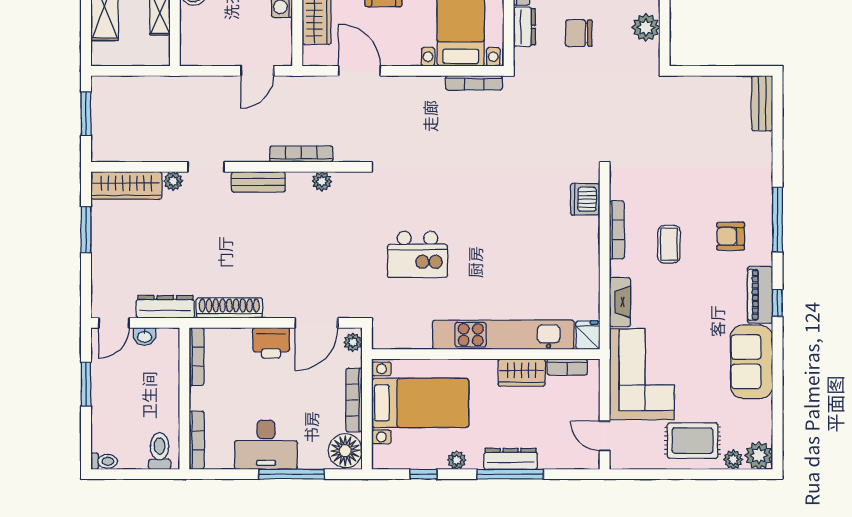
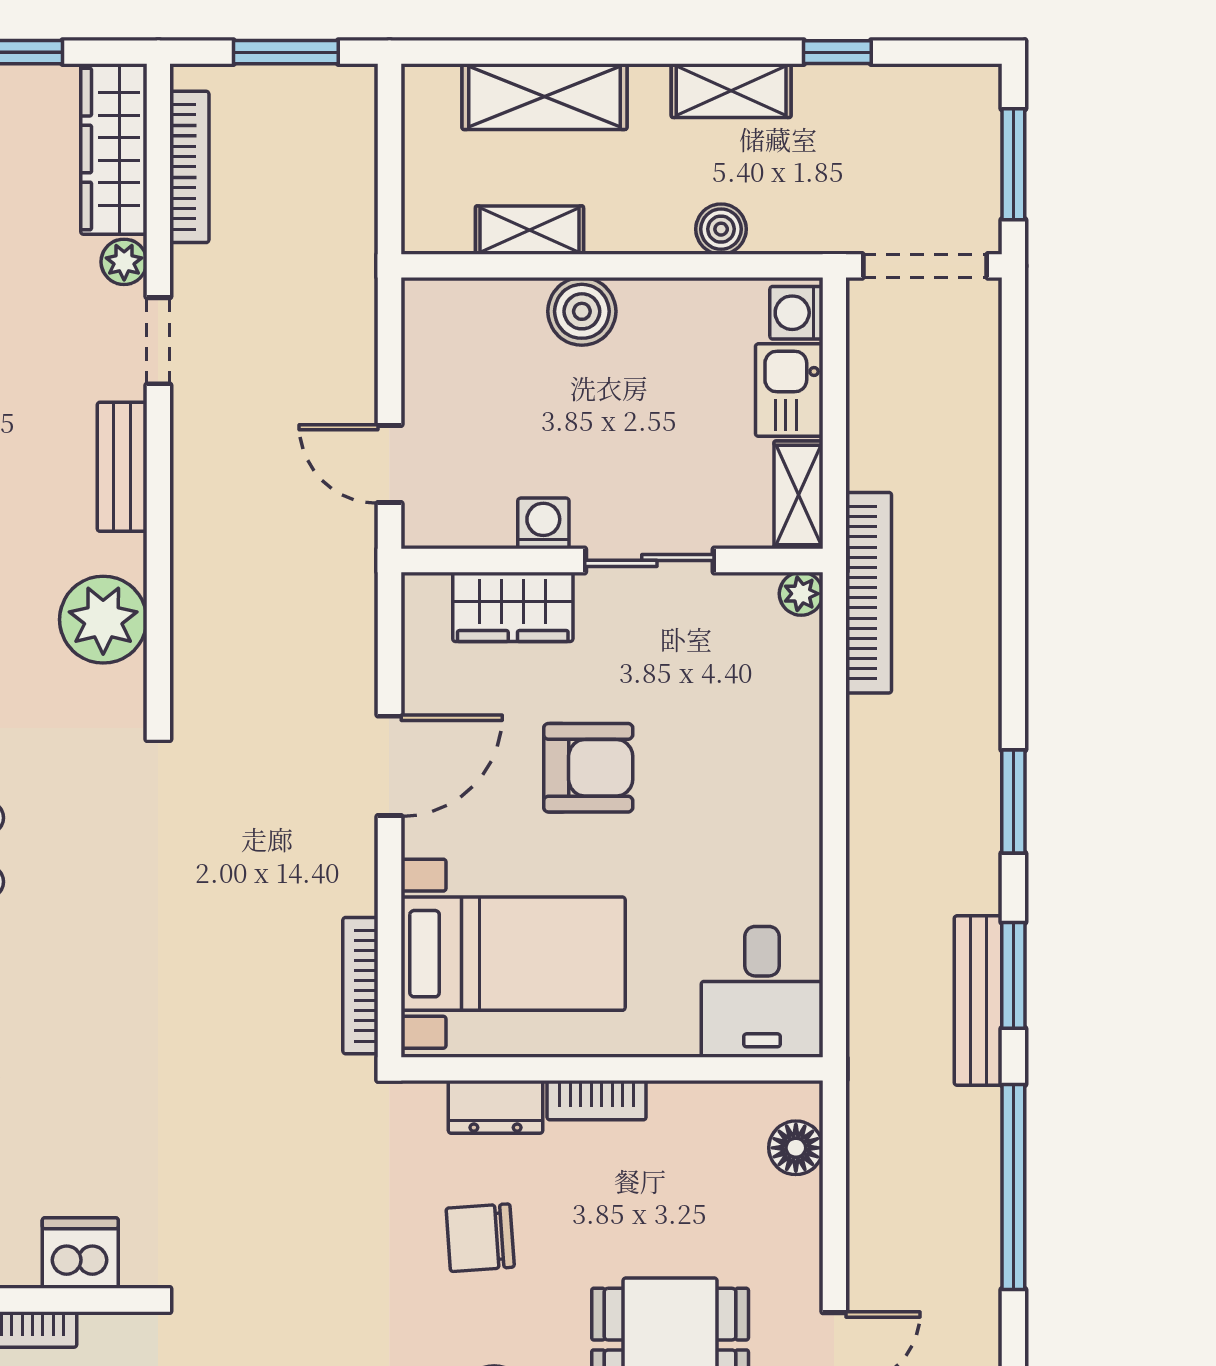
chair: (579, 33) -> (480, 1238), turned -94
door: (359, 71) -> (389, 766), moved
bookcase: (301, 154) -> (189, 167), moved
plant: (322, 181) -> (103, 620), width x1.88, depth x1.88

